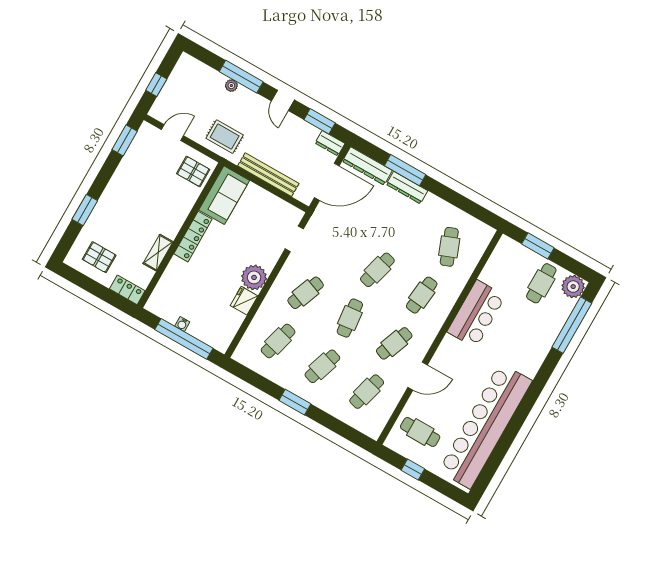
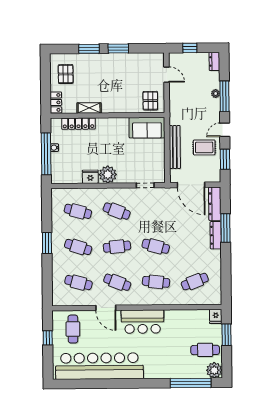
rug: (225, 137) -> (204, 147), moved, turned 90
window: (125, 140) -> (118, 49), moved
dresser: (330, 143) -> (214, 61), moved
locker: (193, 237) -> (78, 124), moved
fridge: (507, 246) -> (216, 316), added
bar counter: (476, 314) -> (143, 322), moved

